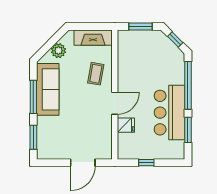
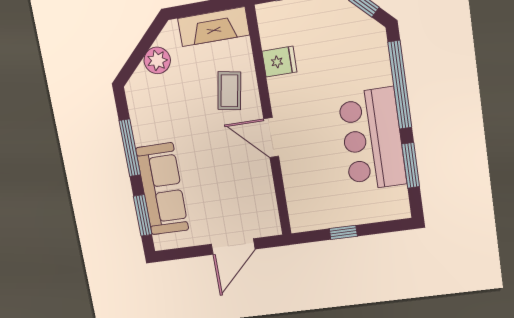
sofa: (48, 89) -> (162, 189), moved
door: (115, 103) -> (271, 138), swing flipped
fridge: (126, 125) -> (279, 62), moved

